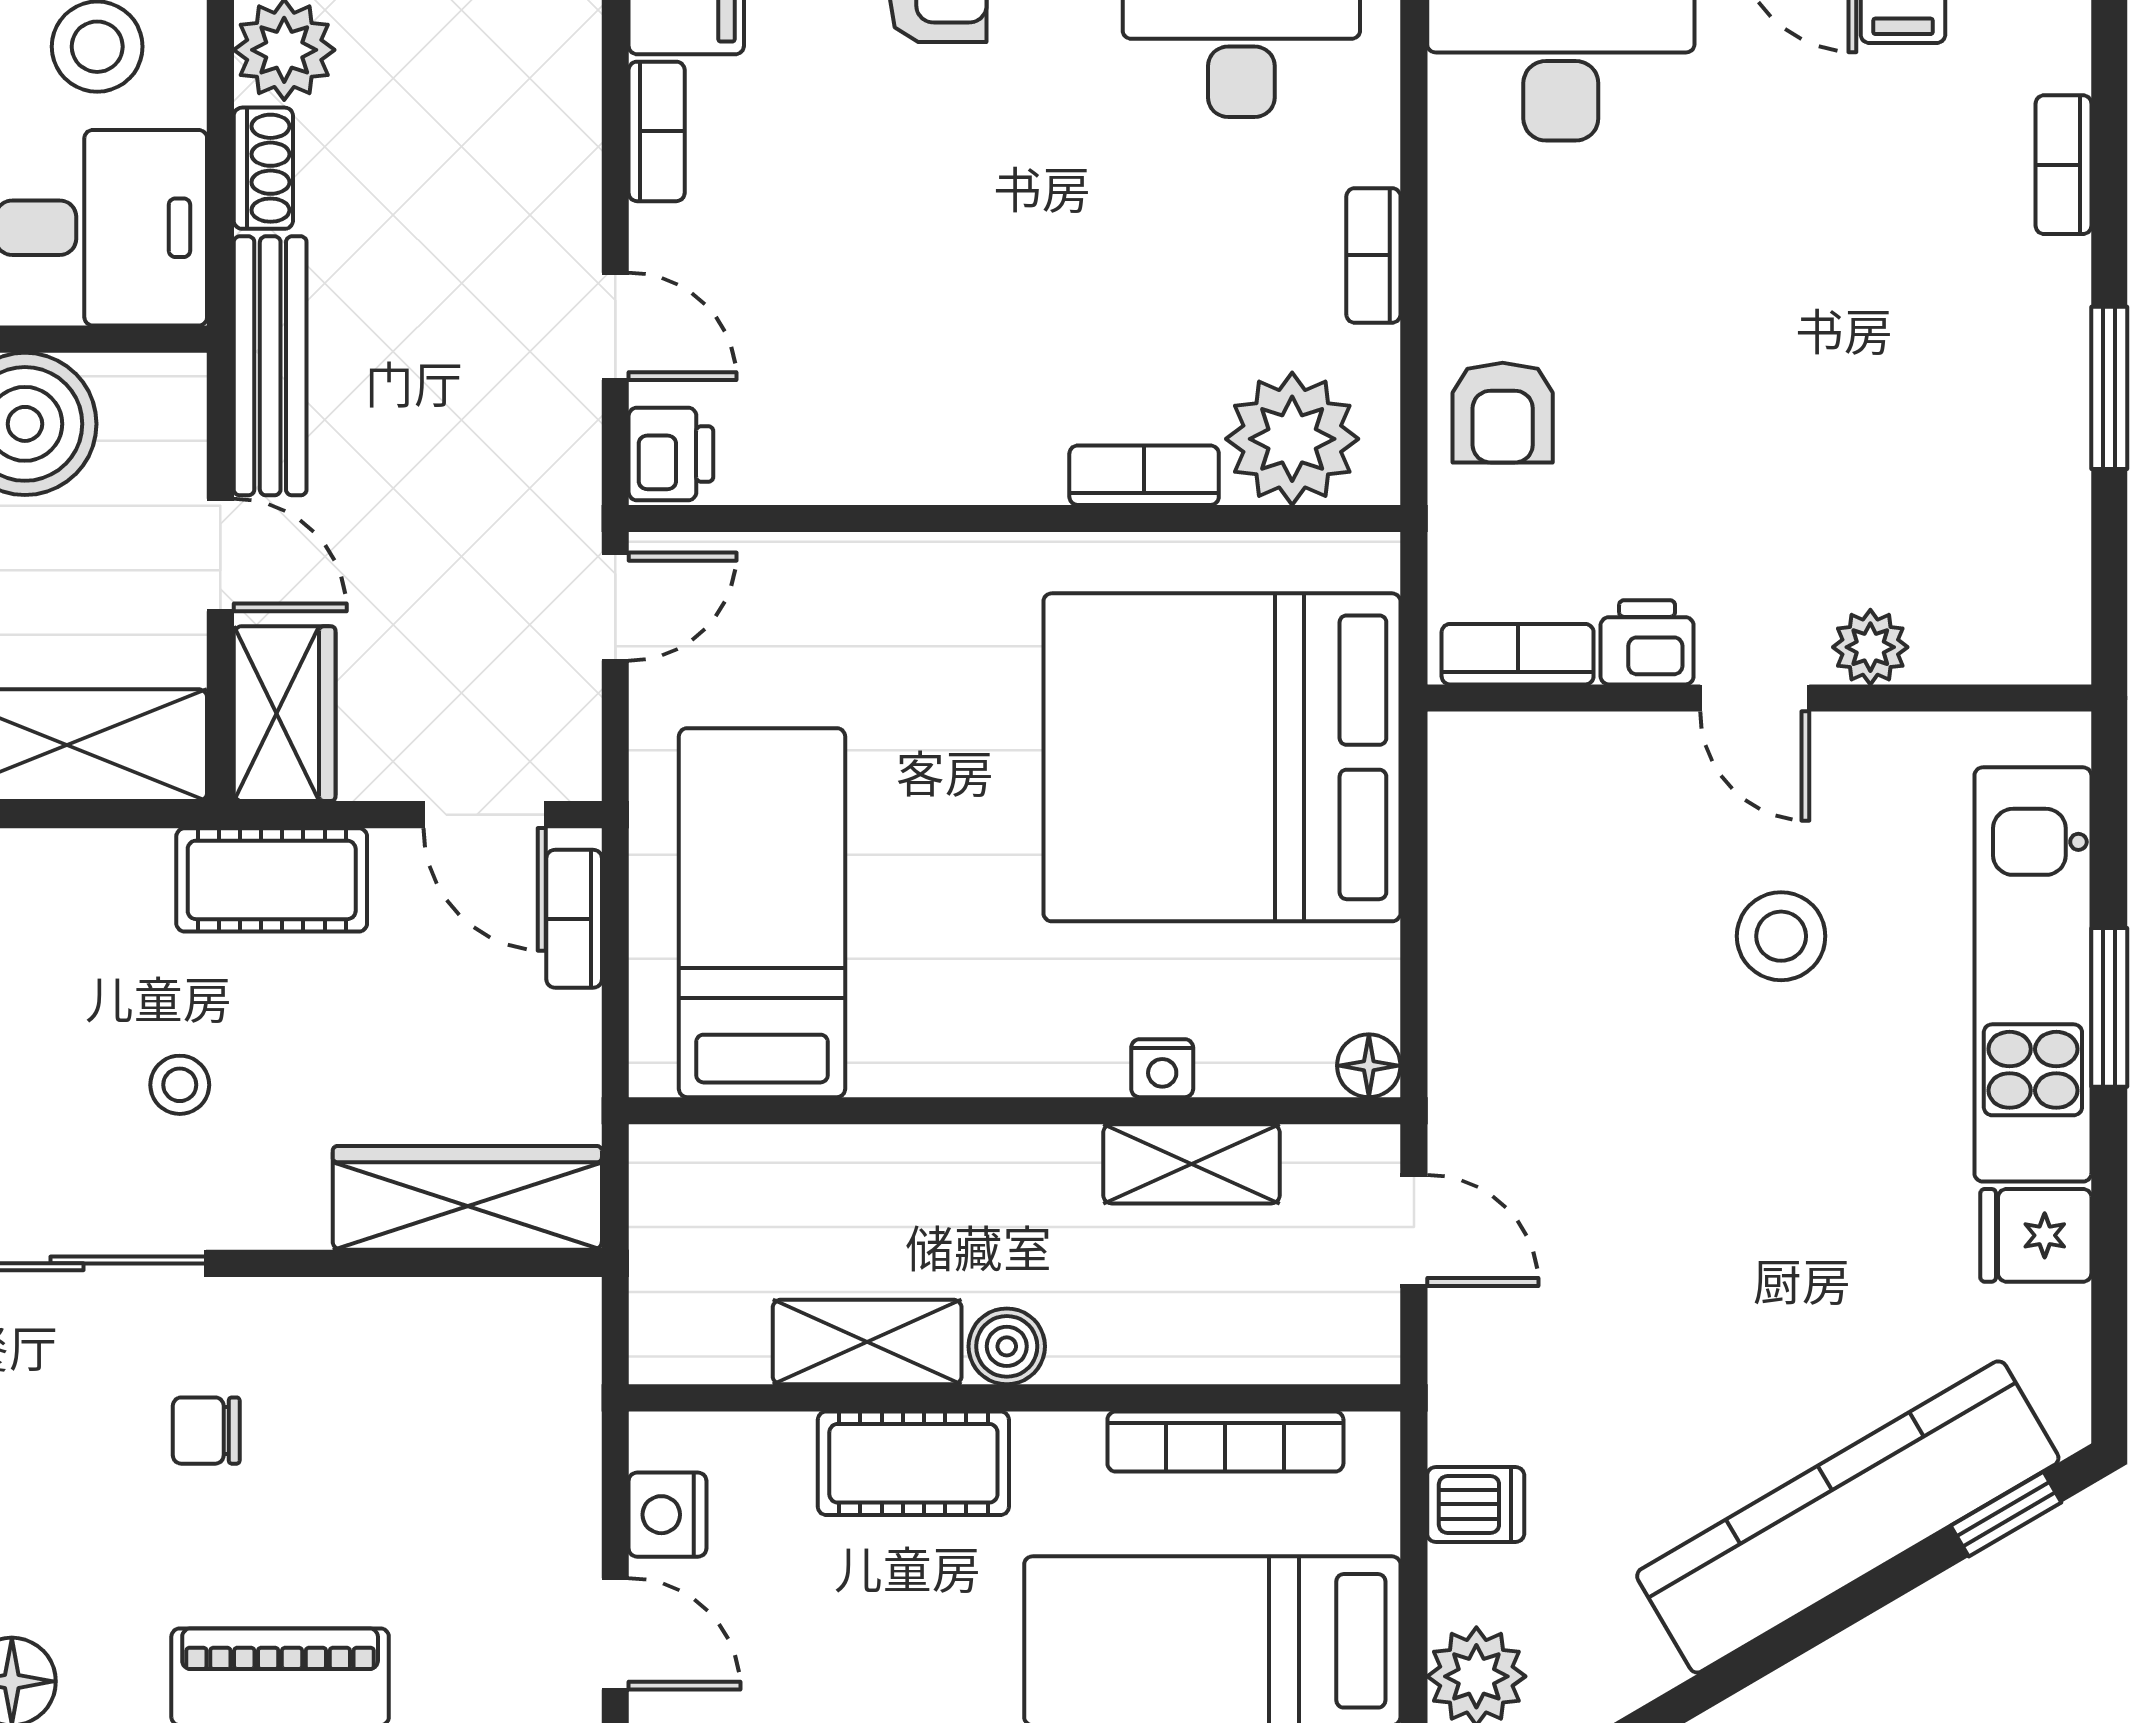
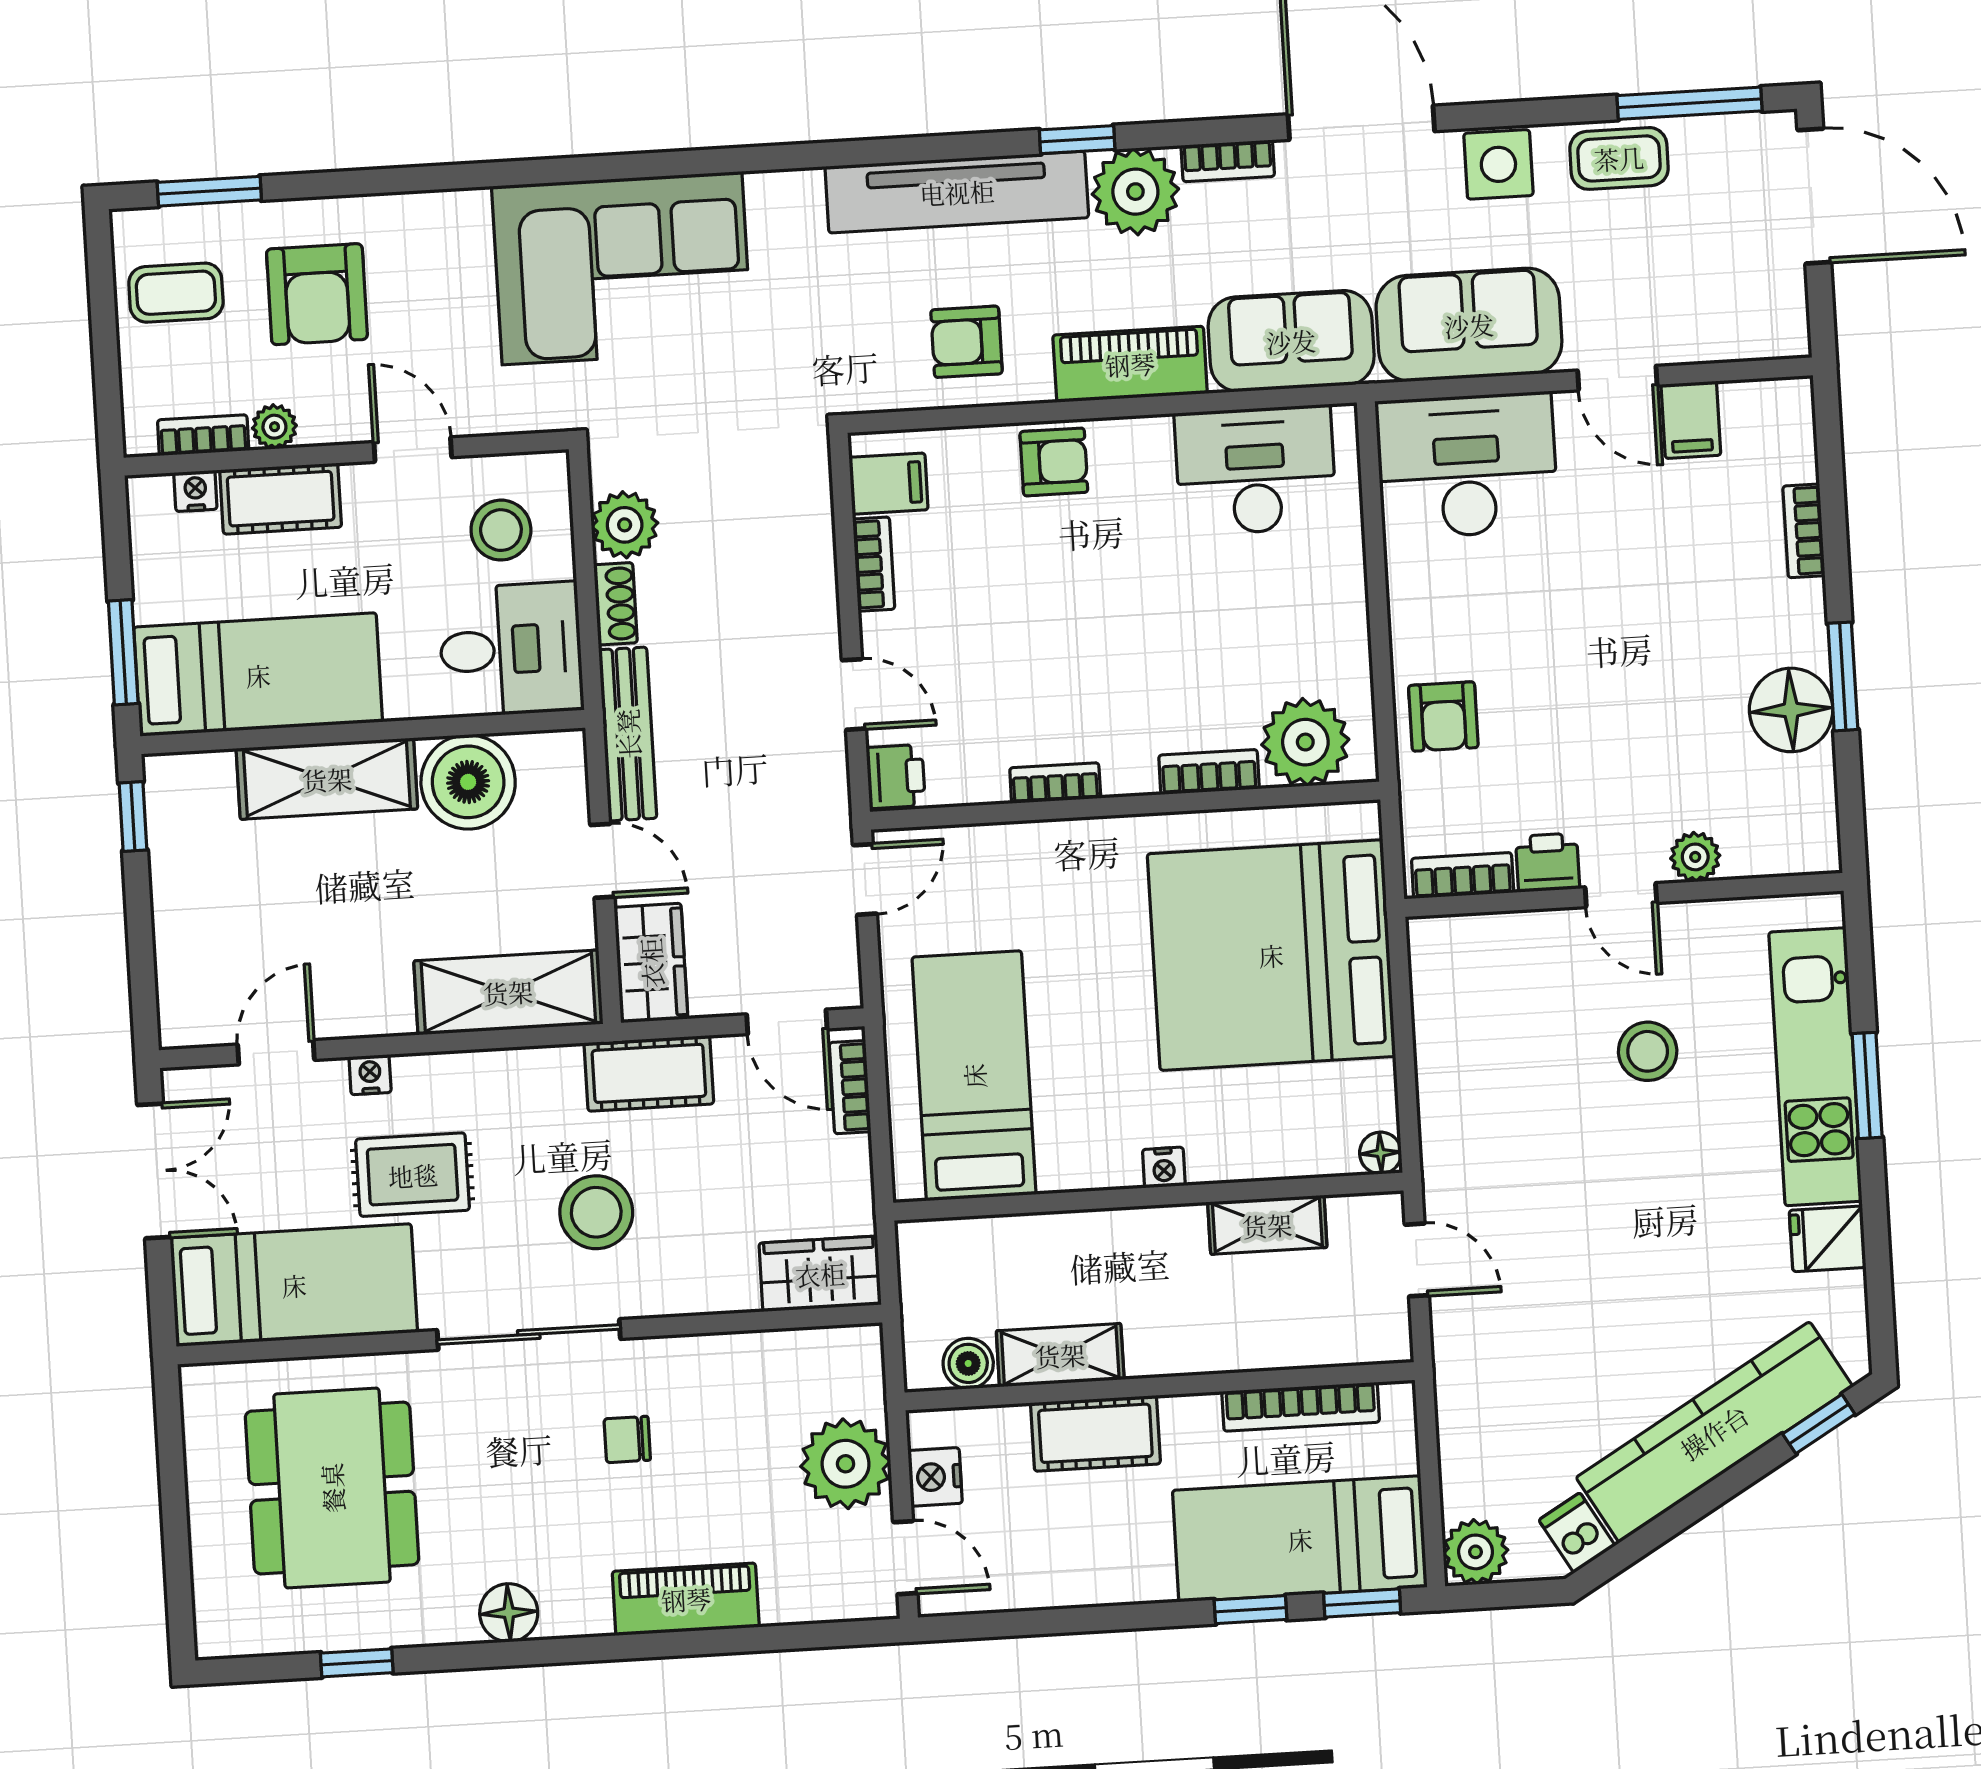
bookcase: (1373, 255) -> (1055, 783), moved, turned 90
floor lamp: (2028, 434) -> (1791, 710), added
nightstand: (1162, 1068) -> (1164, 1167), moved
stool: (180, 1085) -> (596, 1212), width x1.89, depth x1.89
wardrobe: (467, 1198) -> (820, 1274), width x0.67
boiler: (1007, 1346) -> (968, 1363), moved
plant: (534, 1487) -> (846, 1464), added
dishwasher: (1476, 1504) -> (1577, 1533), moved, turned -120

